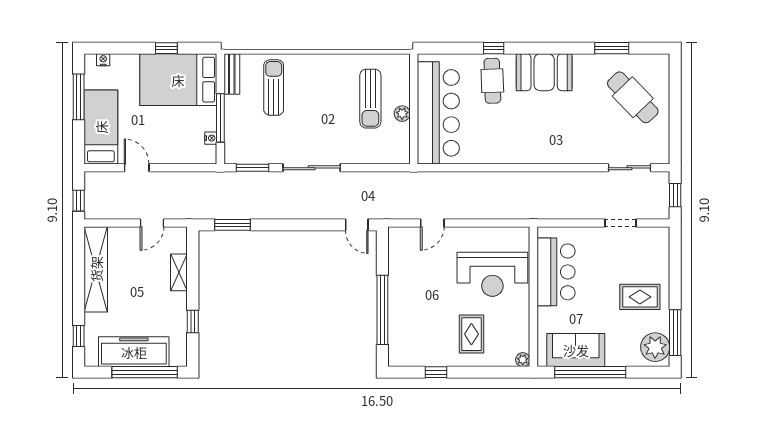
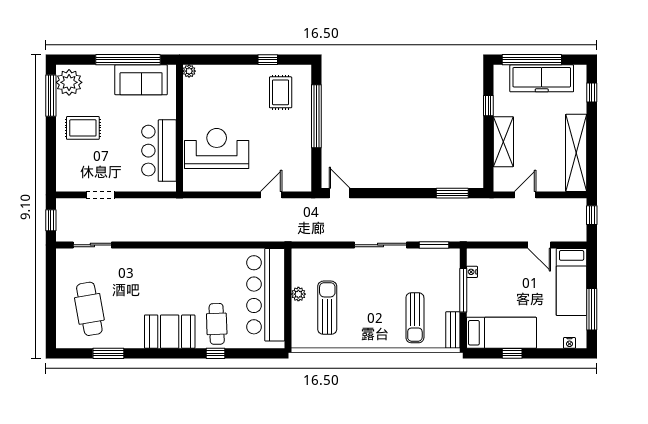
bed: (178, 80) -> (501, 333), width x0.67
cafe table: (633, 97) -> (89, 309), turned 34
shelving: (179, 272) -> (503, 142), width x1.50, depth x1.33
rug: (471, 334) -> (281, 92), moved

